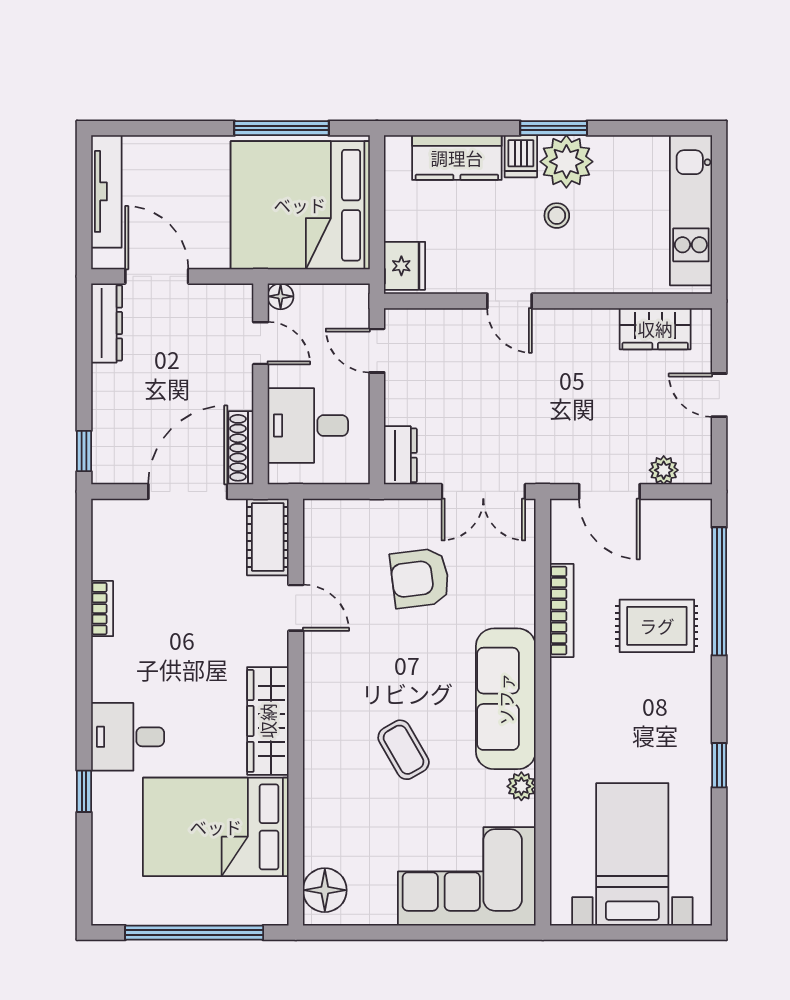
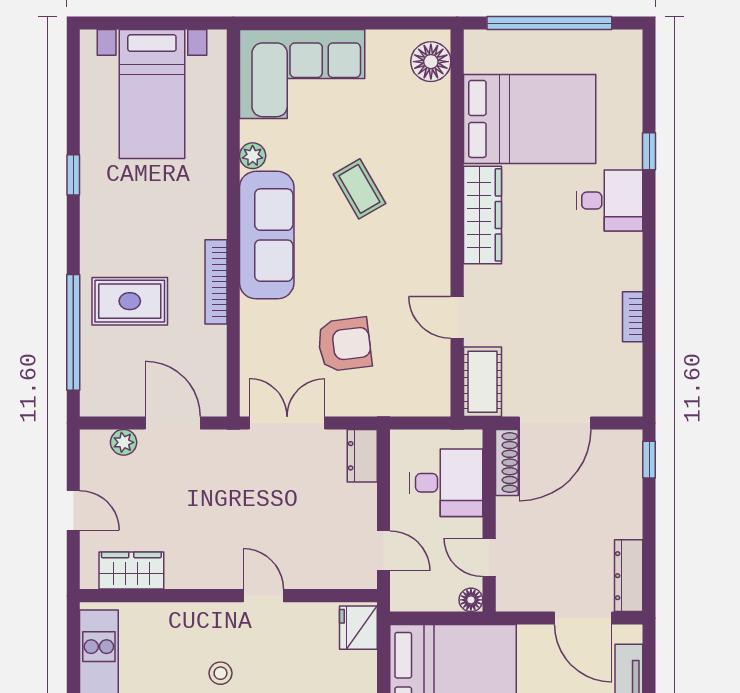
bookcase: (562, 610) -> (216, 282), moved

